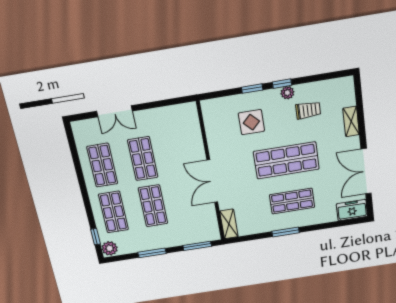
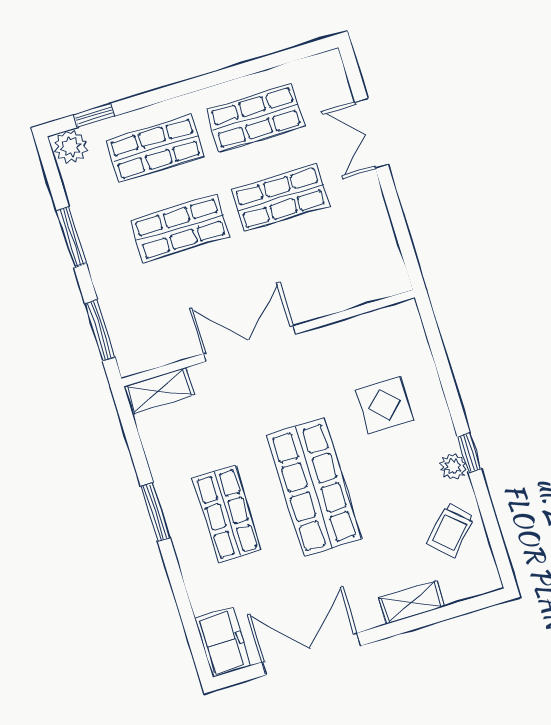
window: (252, 89) -> (452, 396), removed
trolley: (308, 110) -> (451, 530), moved, turned 44

